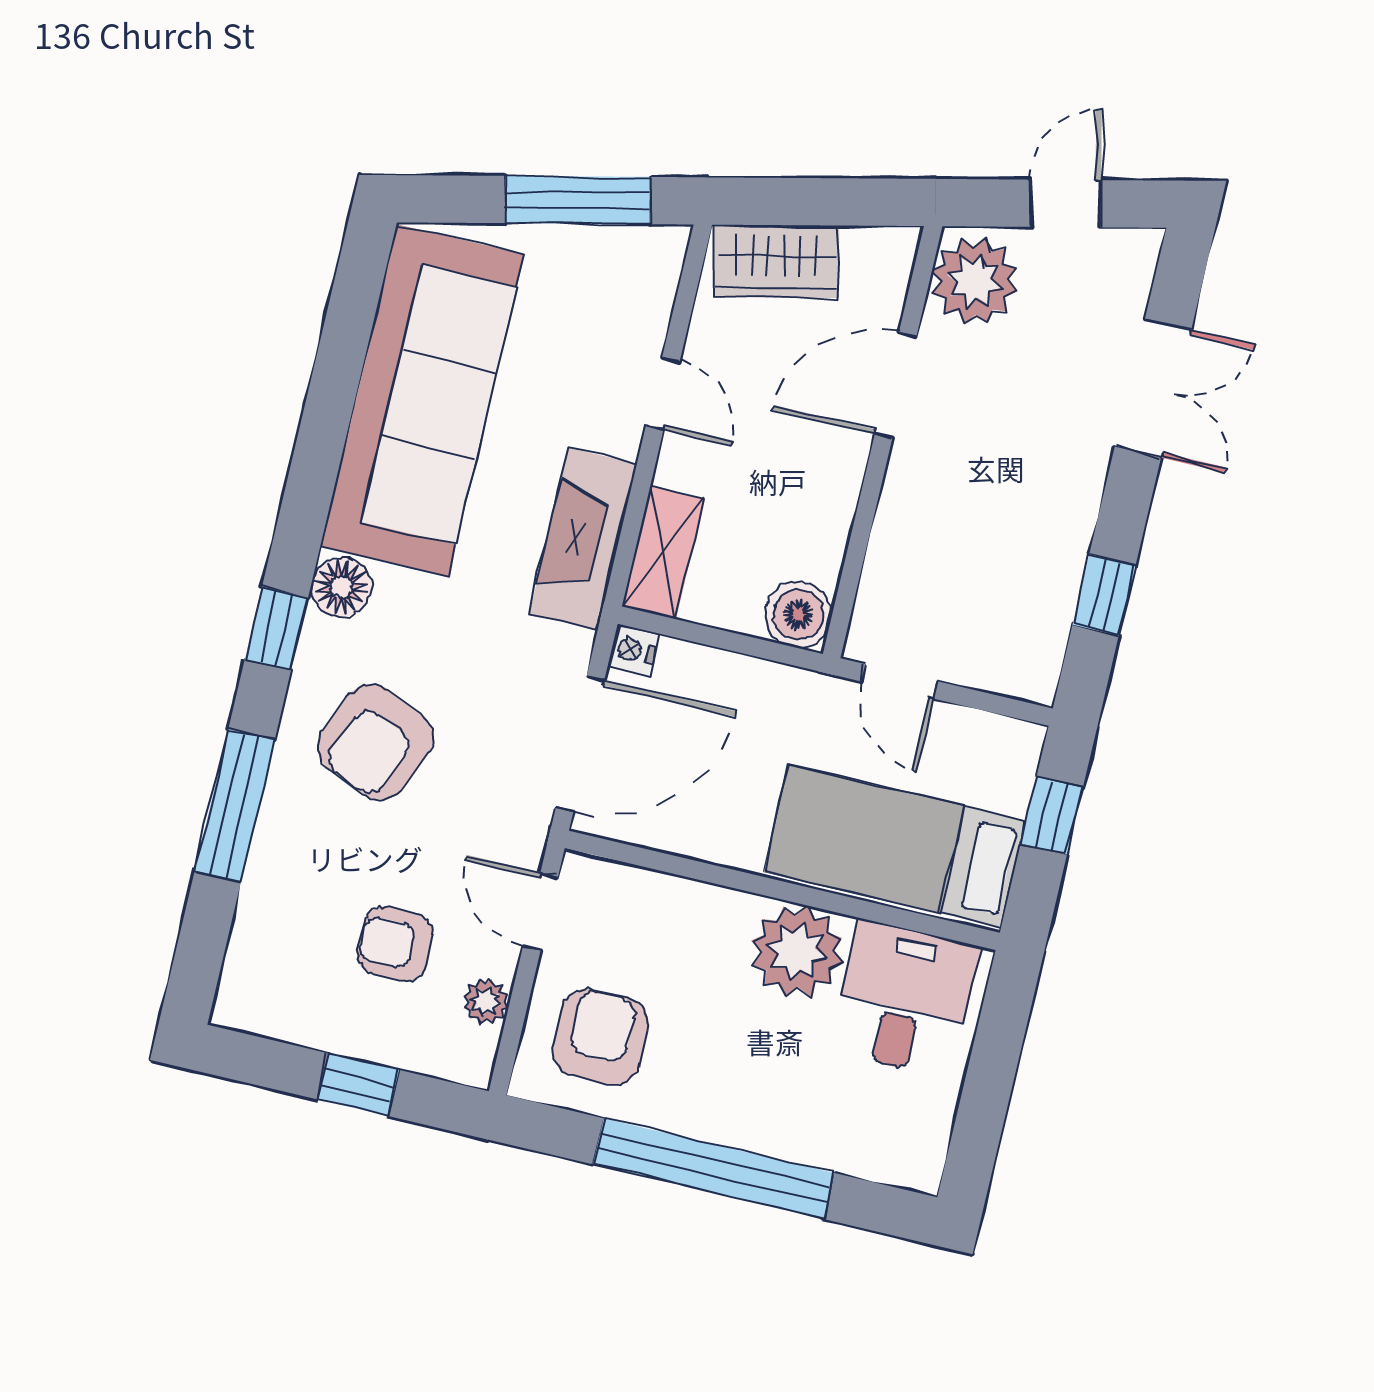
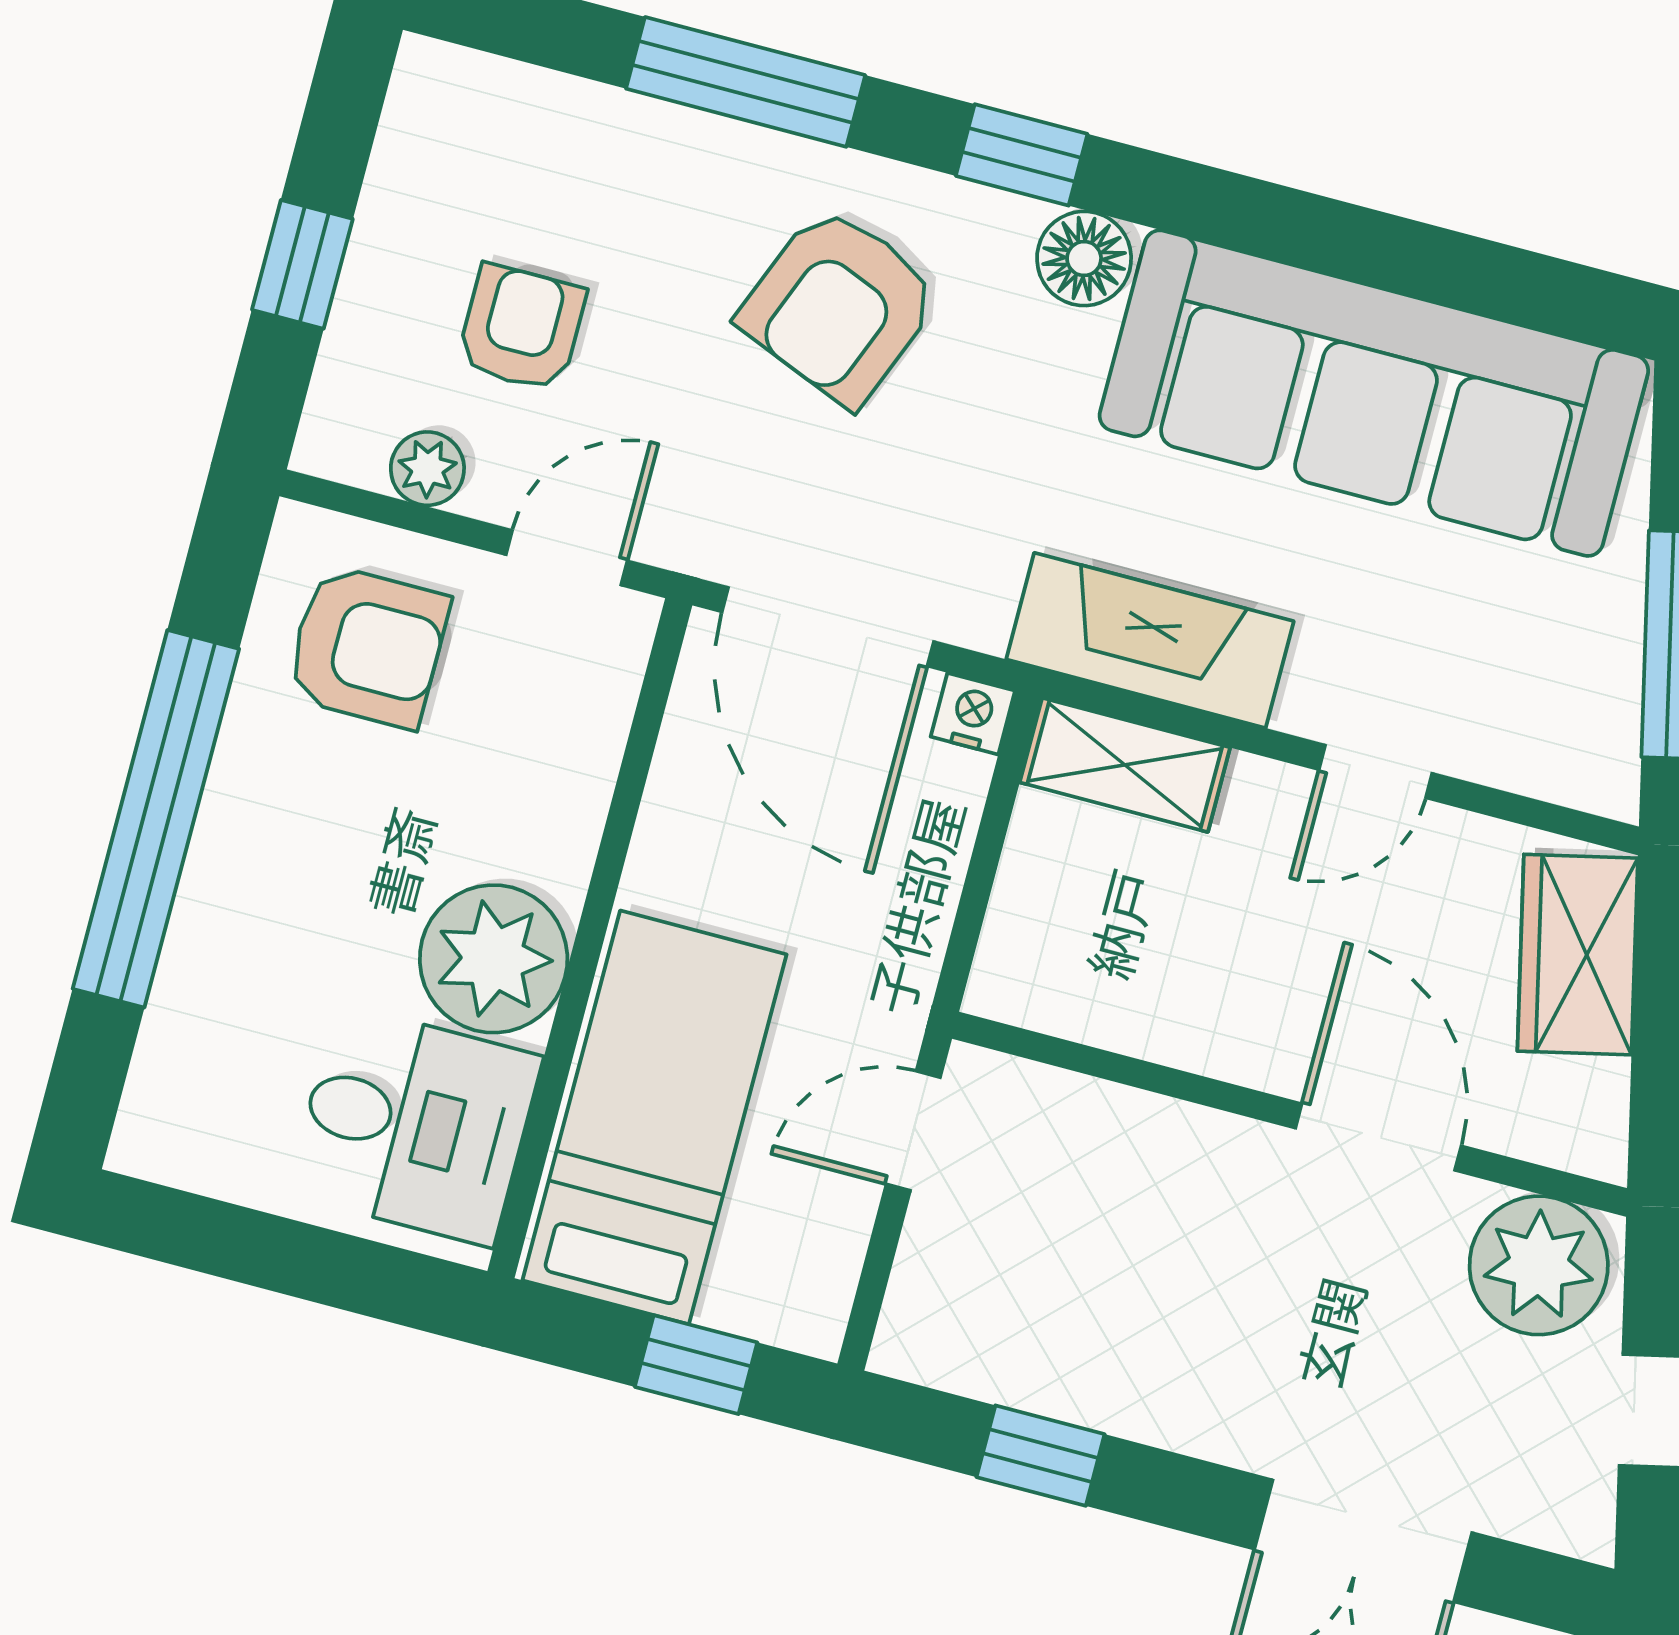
boiler: (798, 614) -> (1022, 975), removed
armchair: (376, 742) -> (839, 306), turned -91

